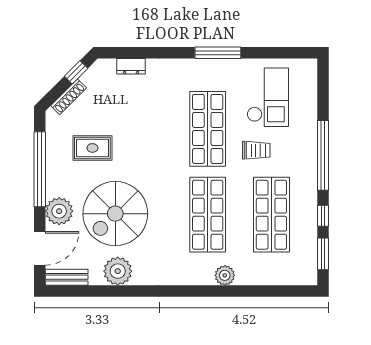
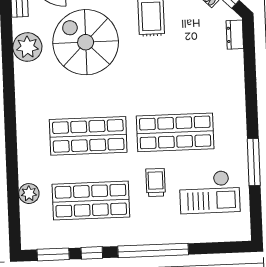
window: (218, 53) -> (254, 162), moved
dresser: (131, 66) -> (235, 35), moved
trolley: (256, 150) -> (156, 182), turned 180
plant: (225, 275) -> (29, 194), moved

